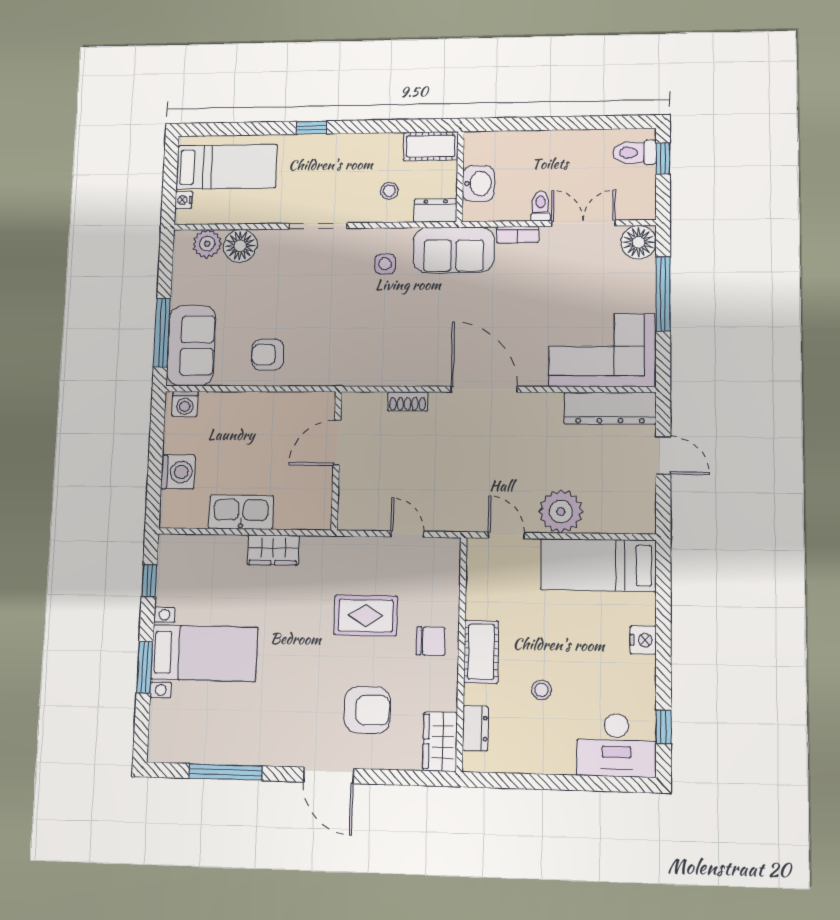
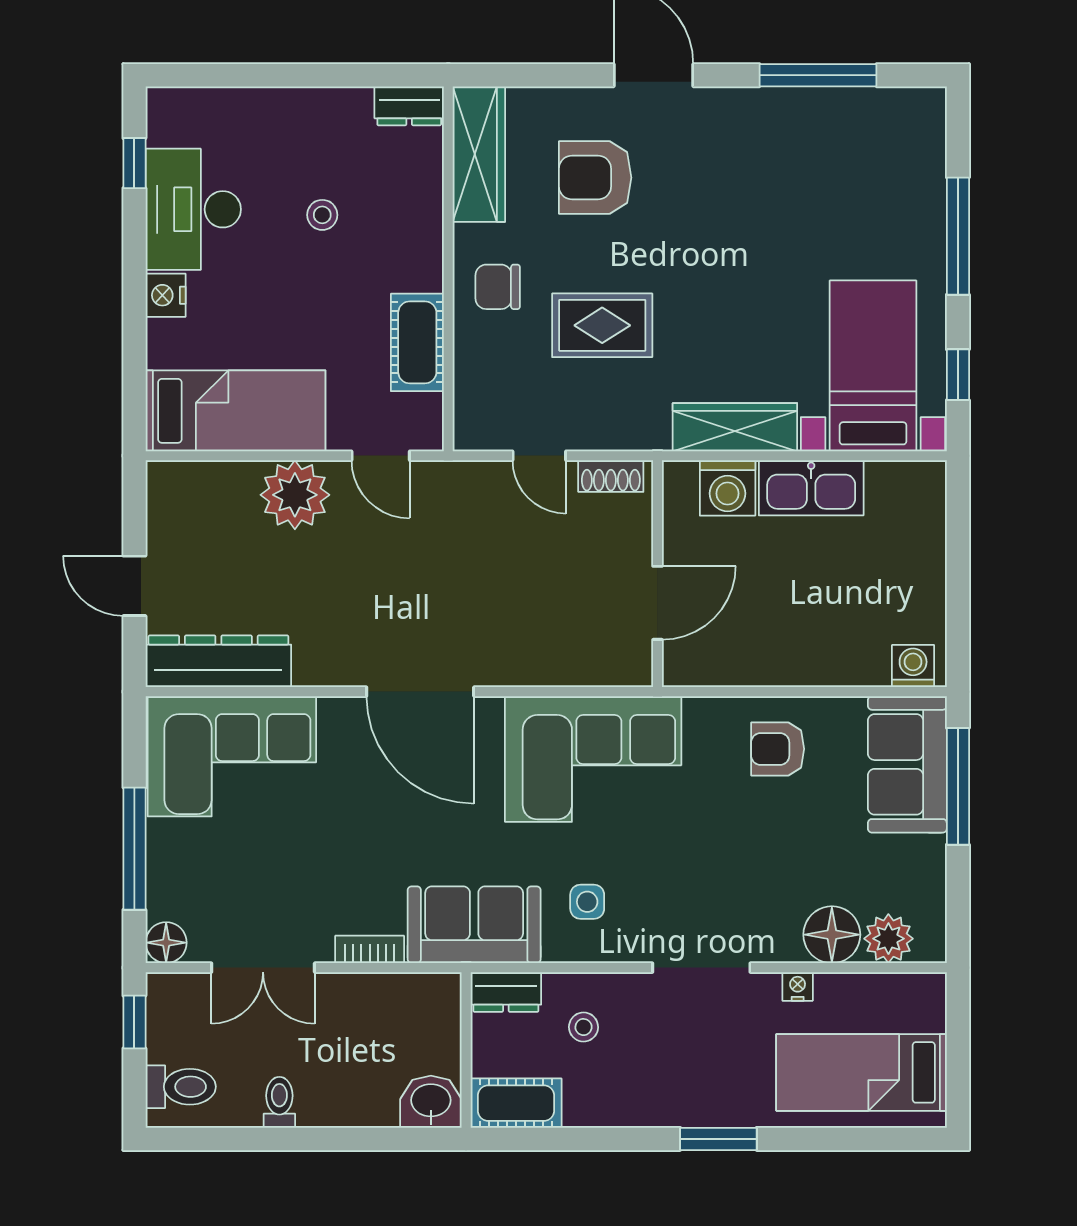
window: (312, 128) -> (718, 1139), width x1.50
window: (663, 158) -> (134, 1022), moved
washbasin: (478, 183) -> (431, 1102), moved, turned 90
nightstand: (184, 200) -> (798, 986), moved, turned -90
toilet: (541, 206) -> (279, 1102), moved, turned 180
floor lamp: (638, 242) -> (166, 943), width x0.73, depth x0.73
corner sofa: (379, 349) -> (593, 759), added
armchair: (268, 355) -> (778, 749), turned 180
shoe rack: (408, 401) -> (611, 476), moved, turned 180
washing machine: (178, 472) -> (728, 488), moved, turned -90
wardrobe: (273, 550) -> (735, 427), width x1.50
cot: (481, 652) -> (417, 342), moved
bed with nightstands: (204, 653) -> (873, 366), moved, turned 90
window: (145, 667) -> (958, 236), width x1.44
dresser: (475, 728) -> (409, 106), moved, turned -90
wardrobe: (440, 742) -> (479, 154), width x1.50
desk: (616, 745) -> (193, 209), moved, turned -90

